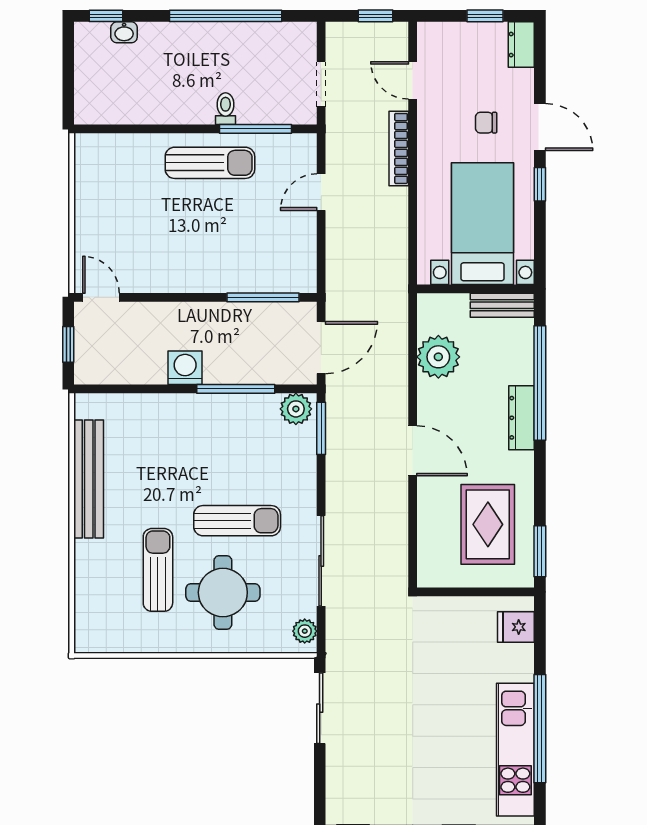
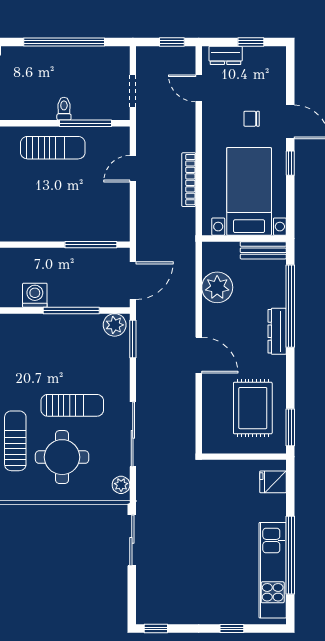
dresser: (521, 45) -> (226, 55), moved, turned -90
bookcase: (399, 148) -> (189, 180), moved

